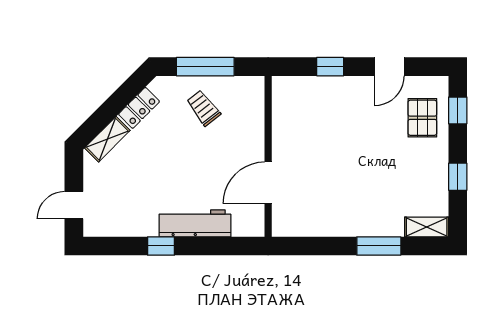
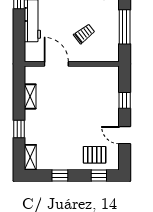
trolley: (203, 108) -> (84, 34), moved
shelving: (323, 227) -> (30, 96), added
window: (379, 246) -> (19, 129), width x0.67

